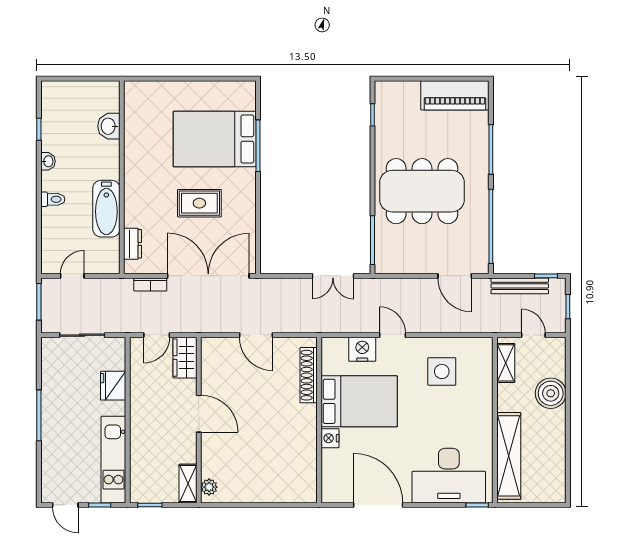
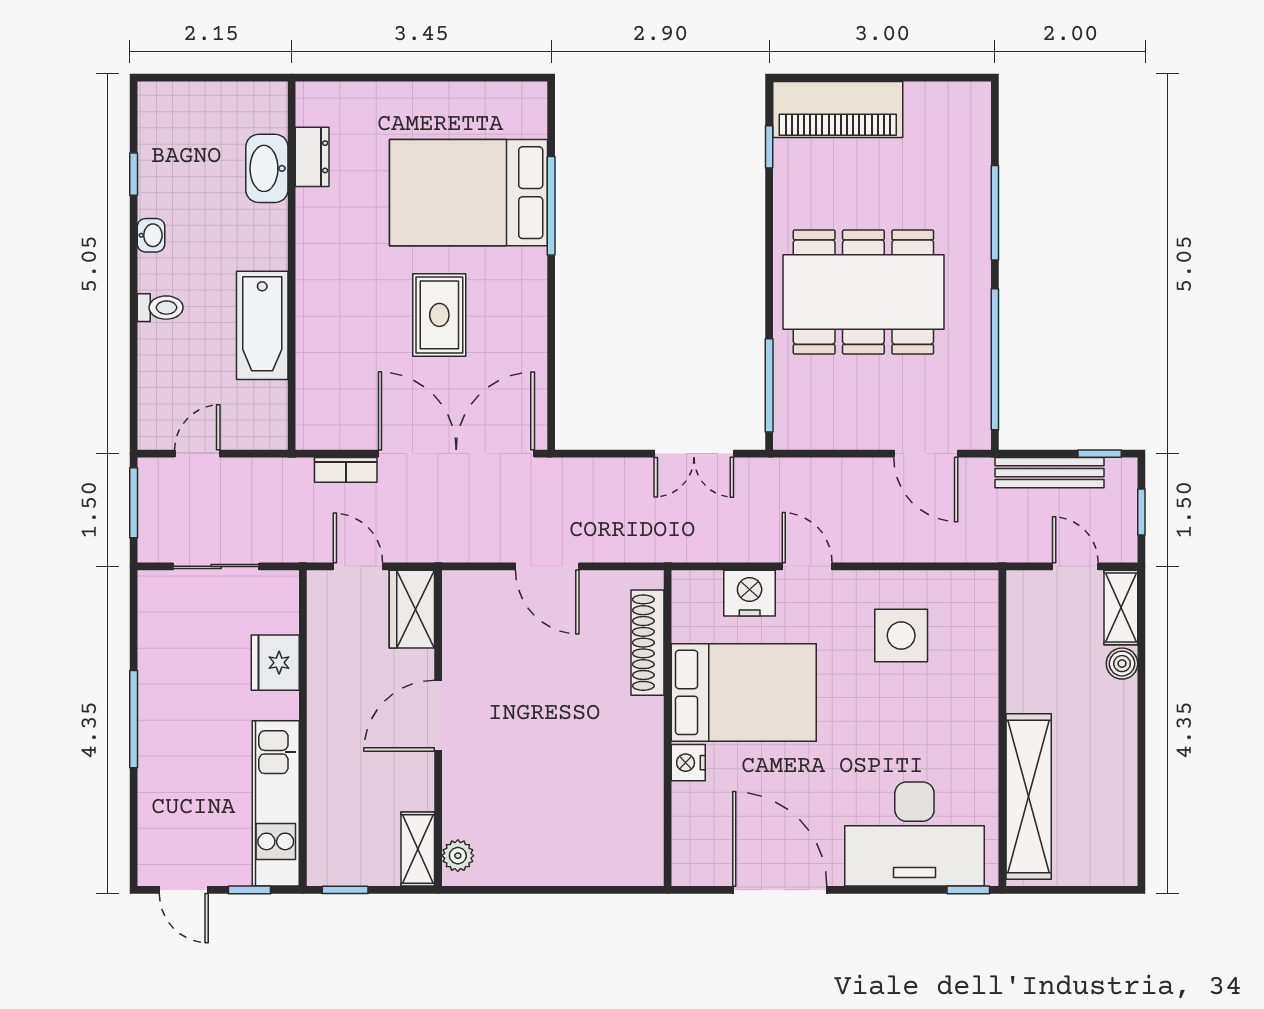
piano: (455, 95) -> (838, 109), moved
washbasin: (109, 126) -> (267, 168), width x1.38
rug: (199, 203) -> (439, 315), turned 90
dresser: (133, 244) -> (312, 157), moved
door: (157, 335) -> (358, 566), swing flipped
shelving: (506, 363) -> (1121, 608), moved
boiler: (551, 393) -> (1122, 664), width x0.54, depth x0.54
door: (199, 414) -> (438, 716), swing flipped

